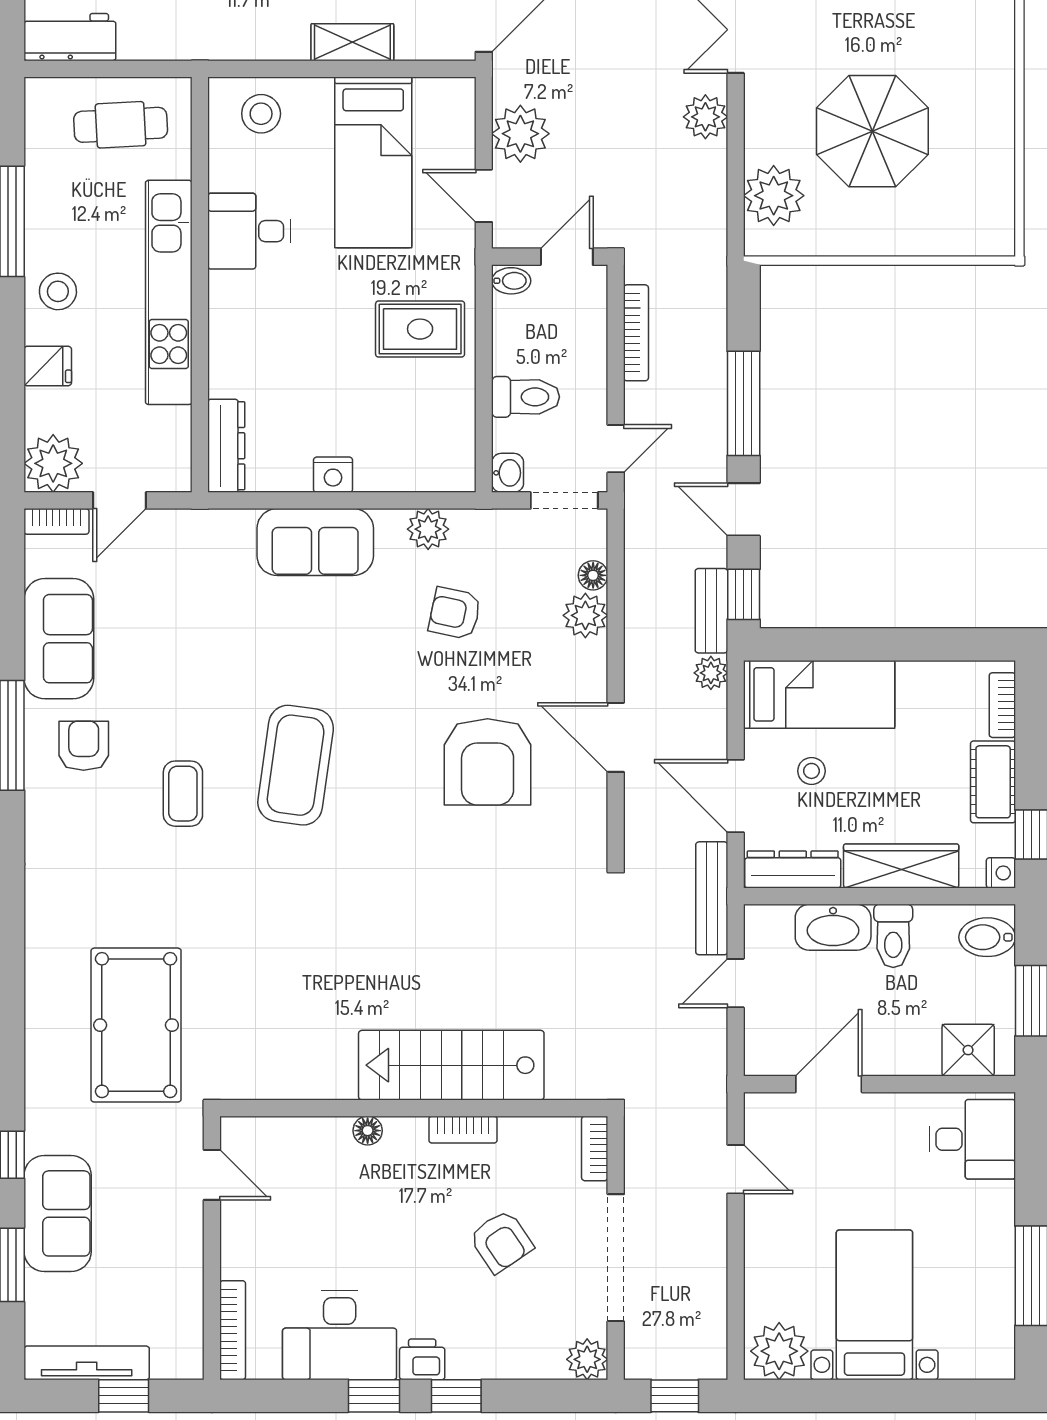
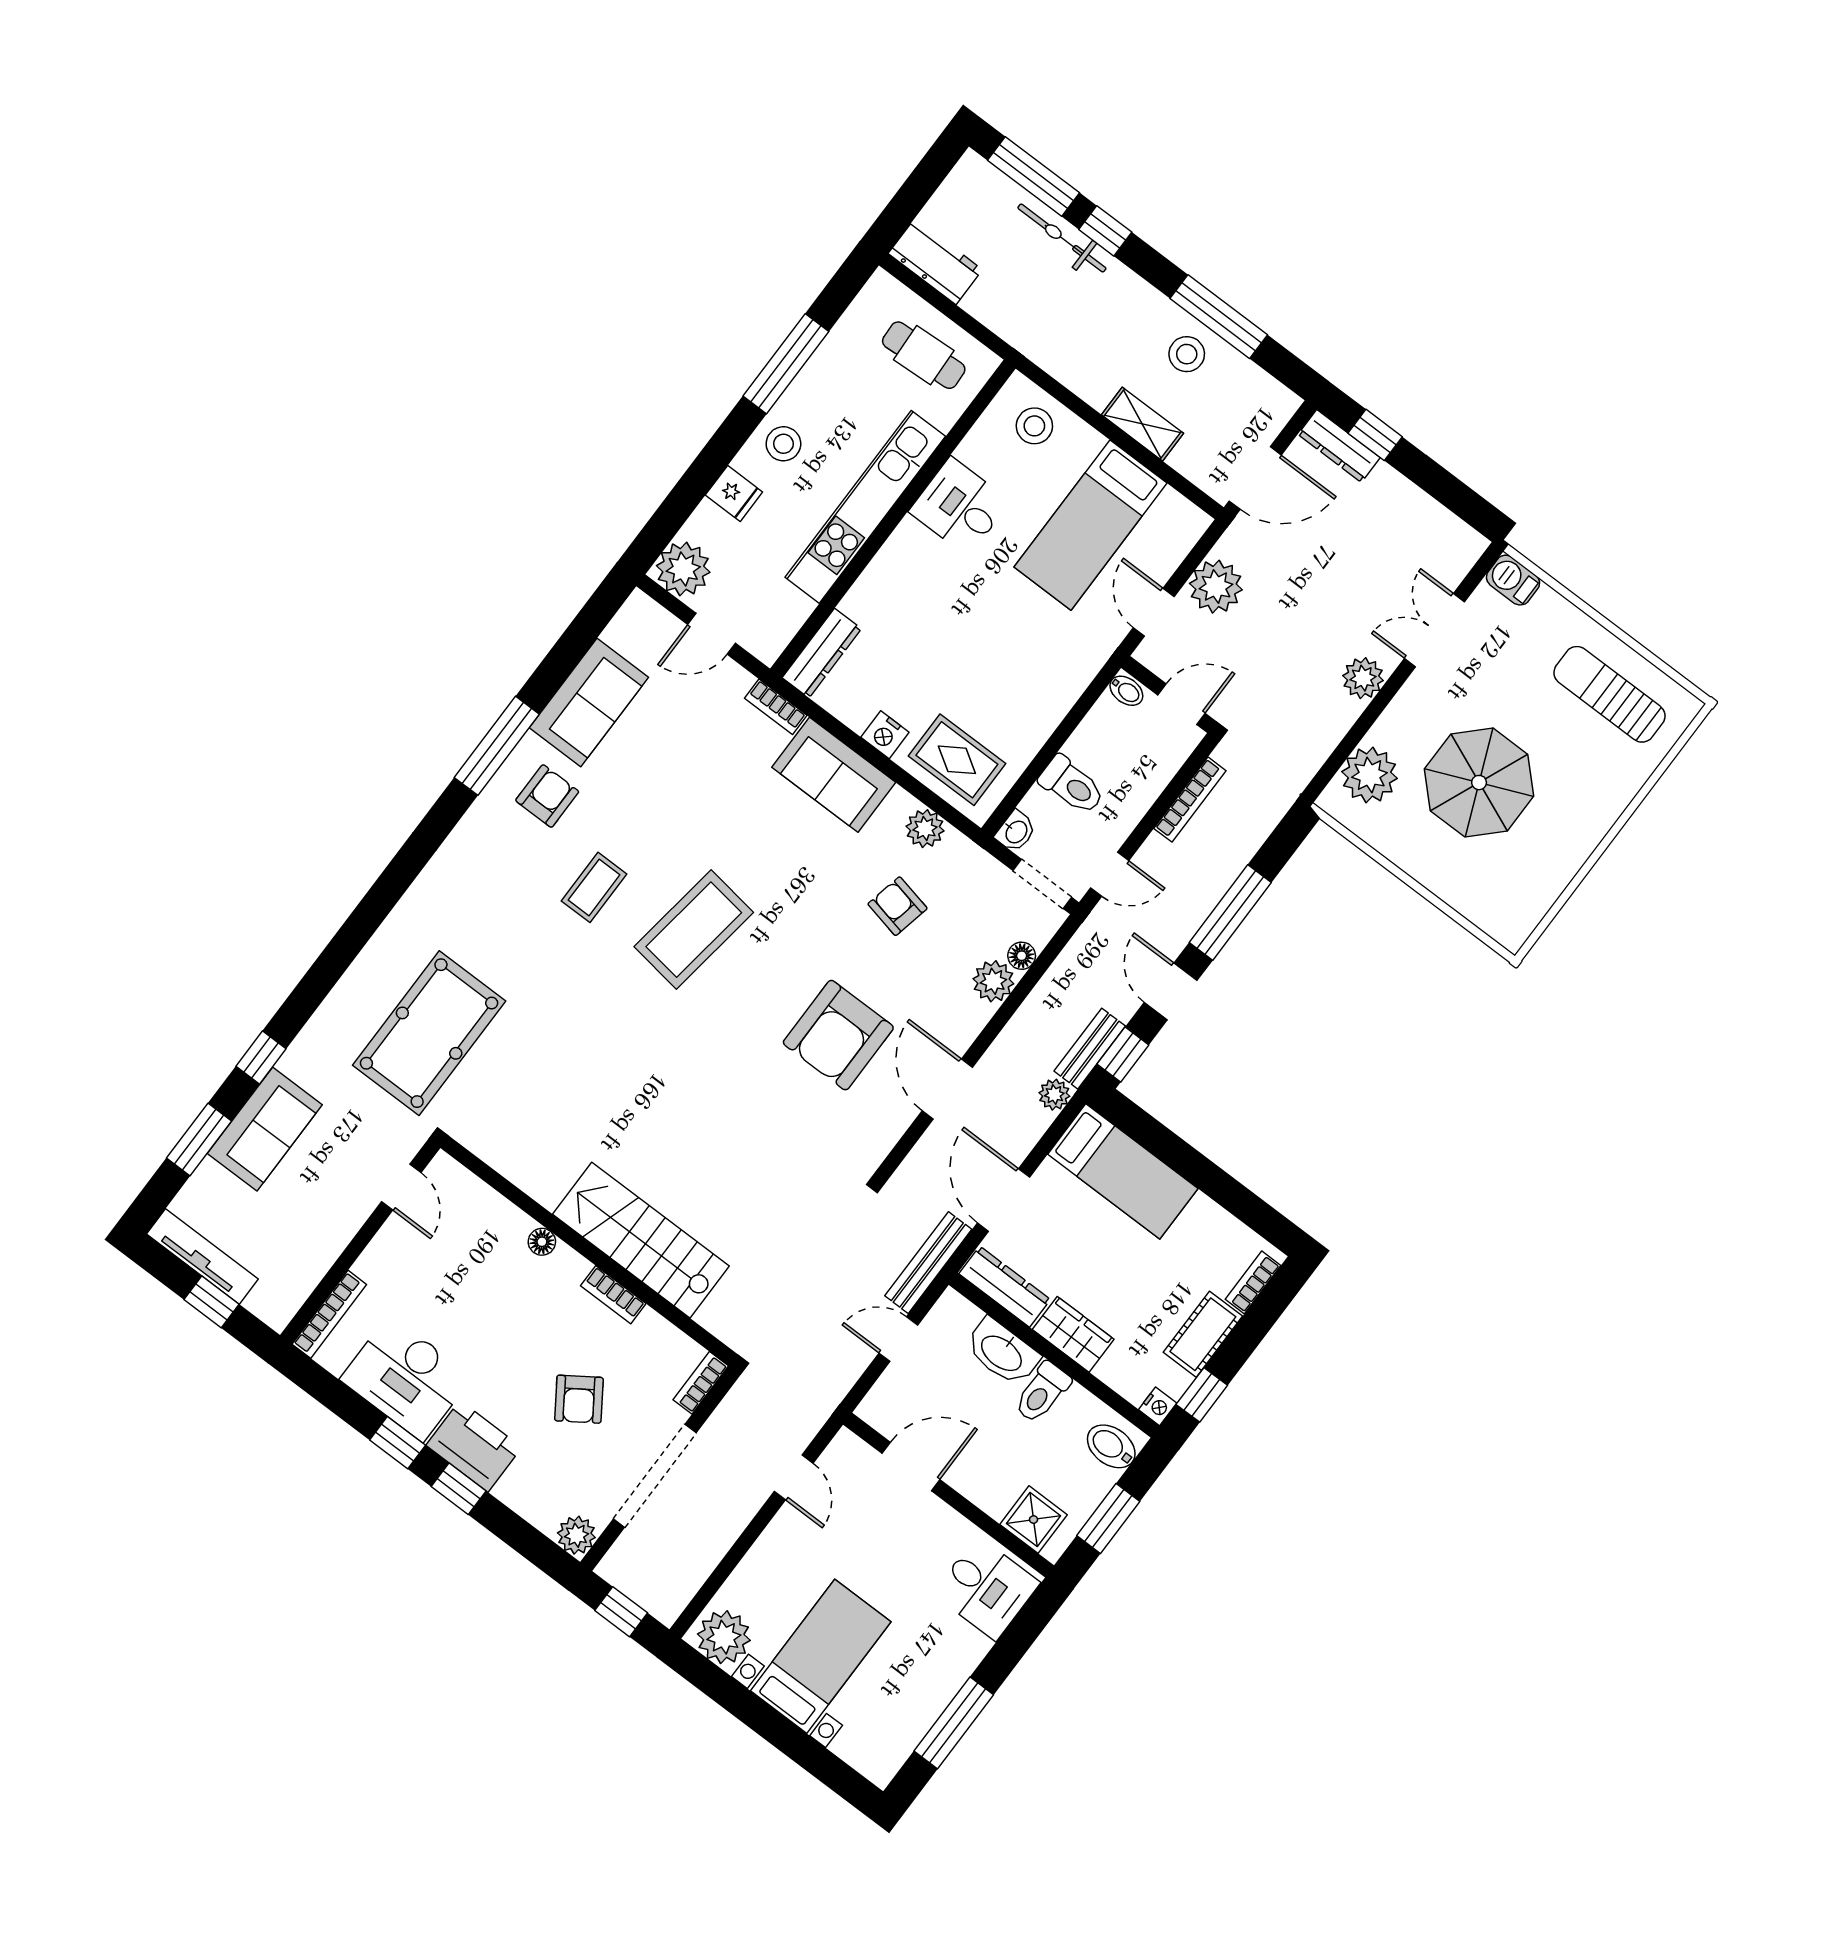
rug: (420, 329) -> (957, 760), moved
bookcase: (56, 521) -> (776, 707), moved
stool: (811, 771) -> (1074, 1224), removed
wardrobe: (901, 866) -> (1073, 1334), width x0.67
printer: (422, 1359) -> (474, 1446), width x1.87, depth x1.48

